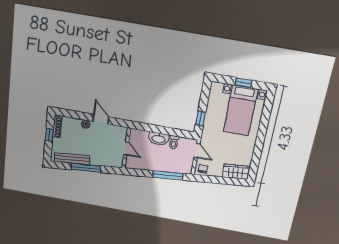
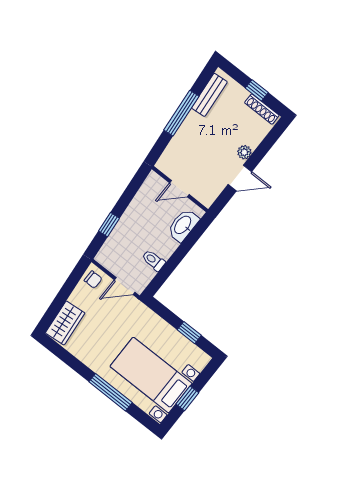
window: (201, 118) -> (189, 333), moved
window: (263, 128) -> (111, 392), added
washbasin: (159, 139) -> (183, 225), moved
bench: (72, 159) -> (209, 95), width x0.73
window: (168, 175) -> (109, 225), width x0.46

